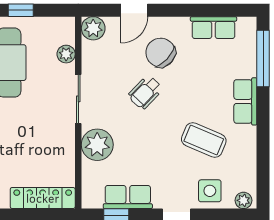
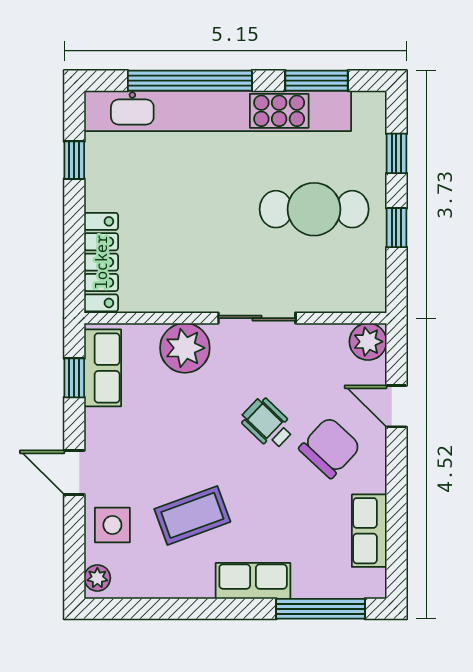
plant: (66, 54) -> (327, 299), removed
coffee table: (204, 140) -> (192, 515), turned 47
row of seats: (128, 197) -> (103, 368), moved

